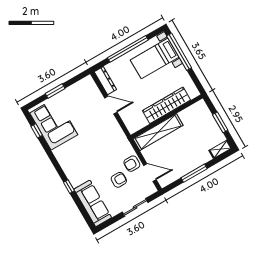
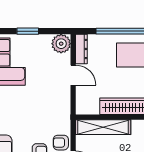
plant: (87, 86) -> (61, 44), added

